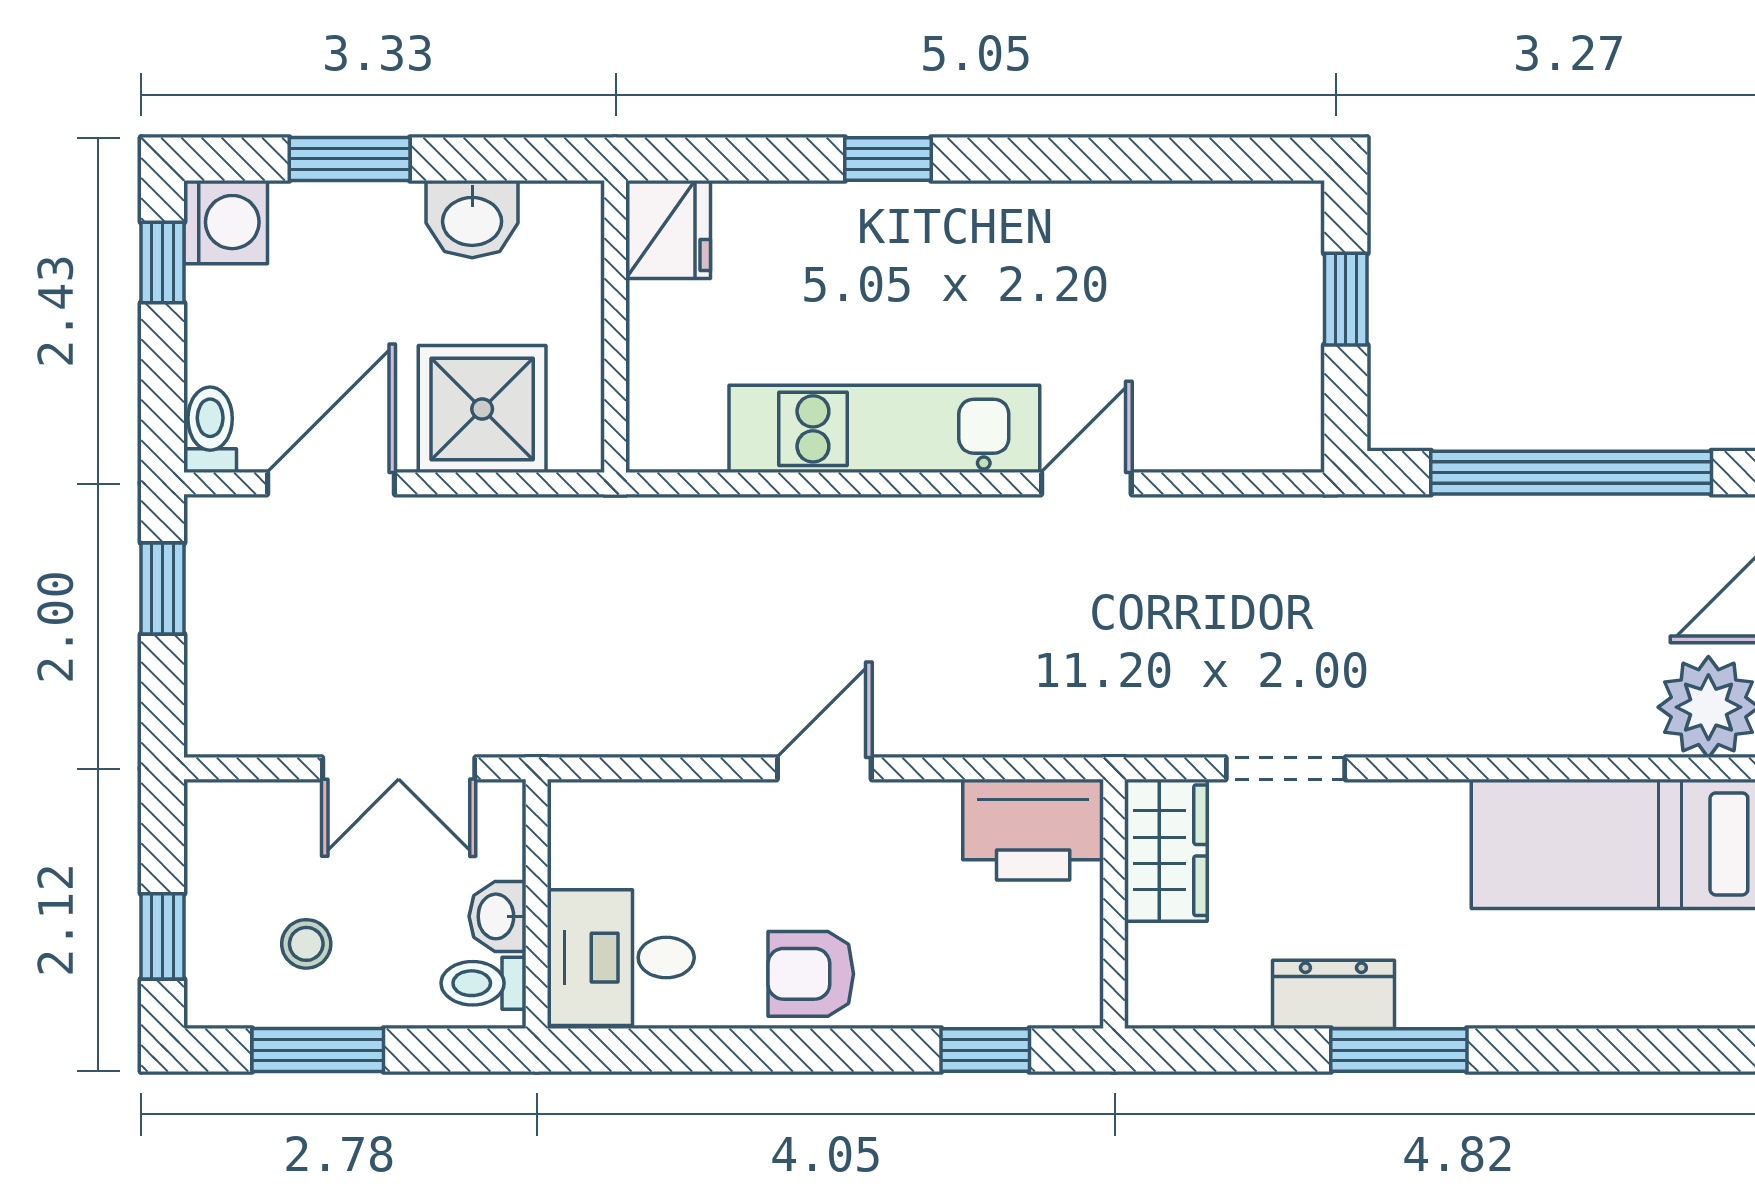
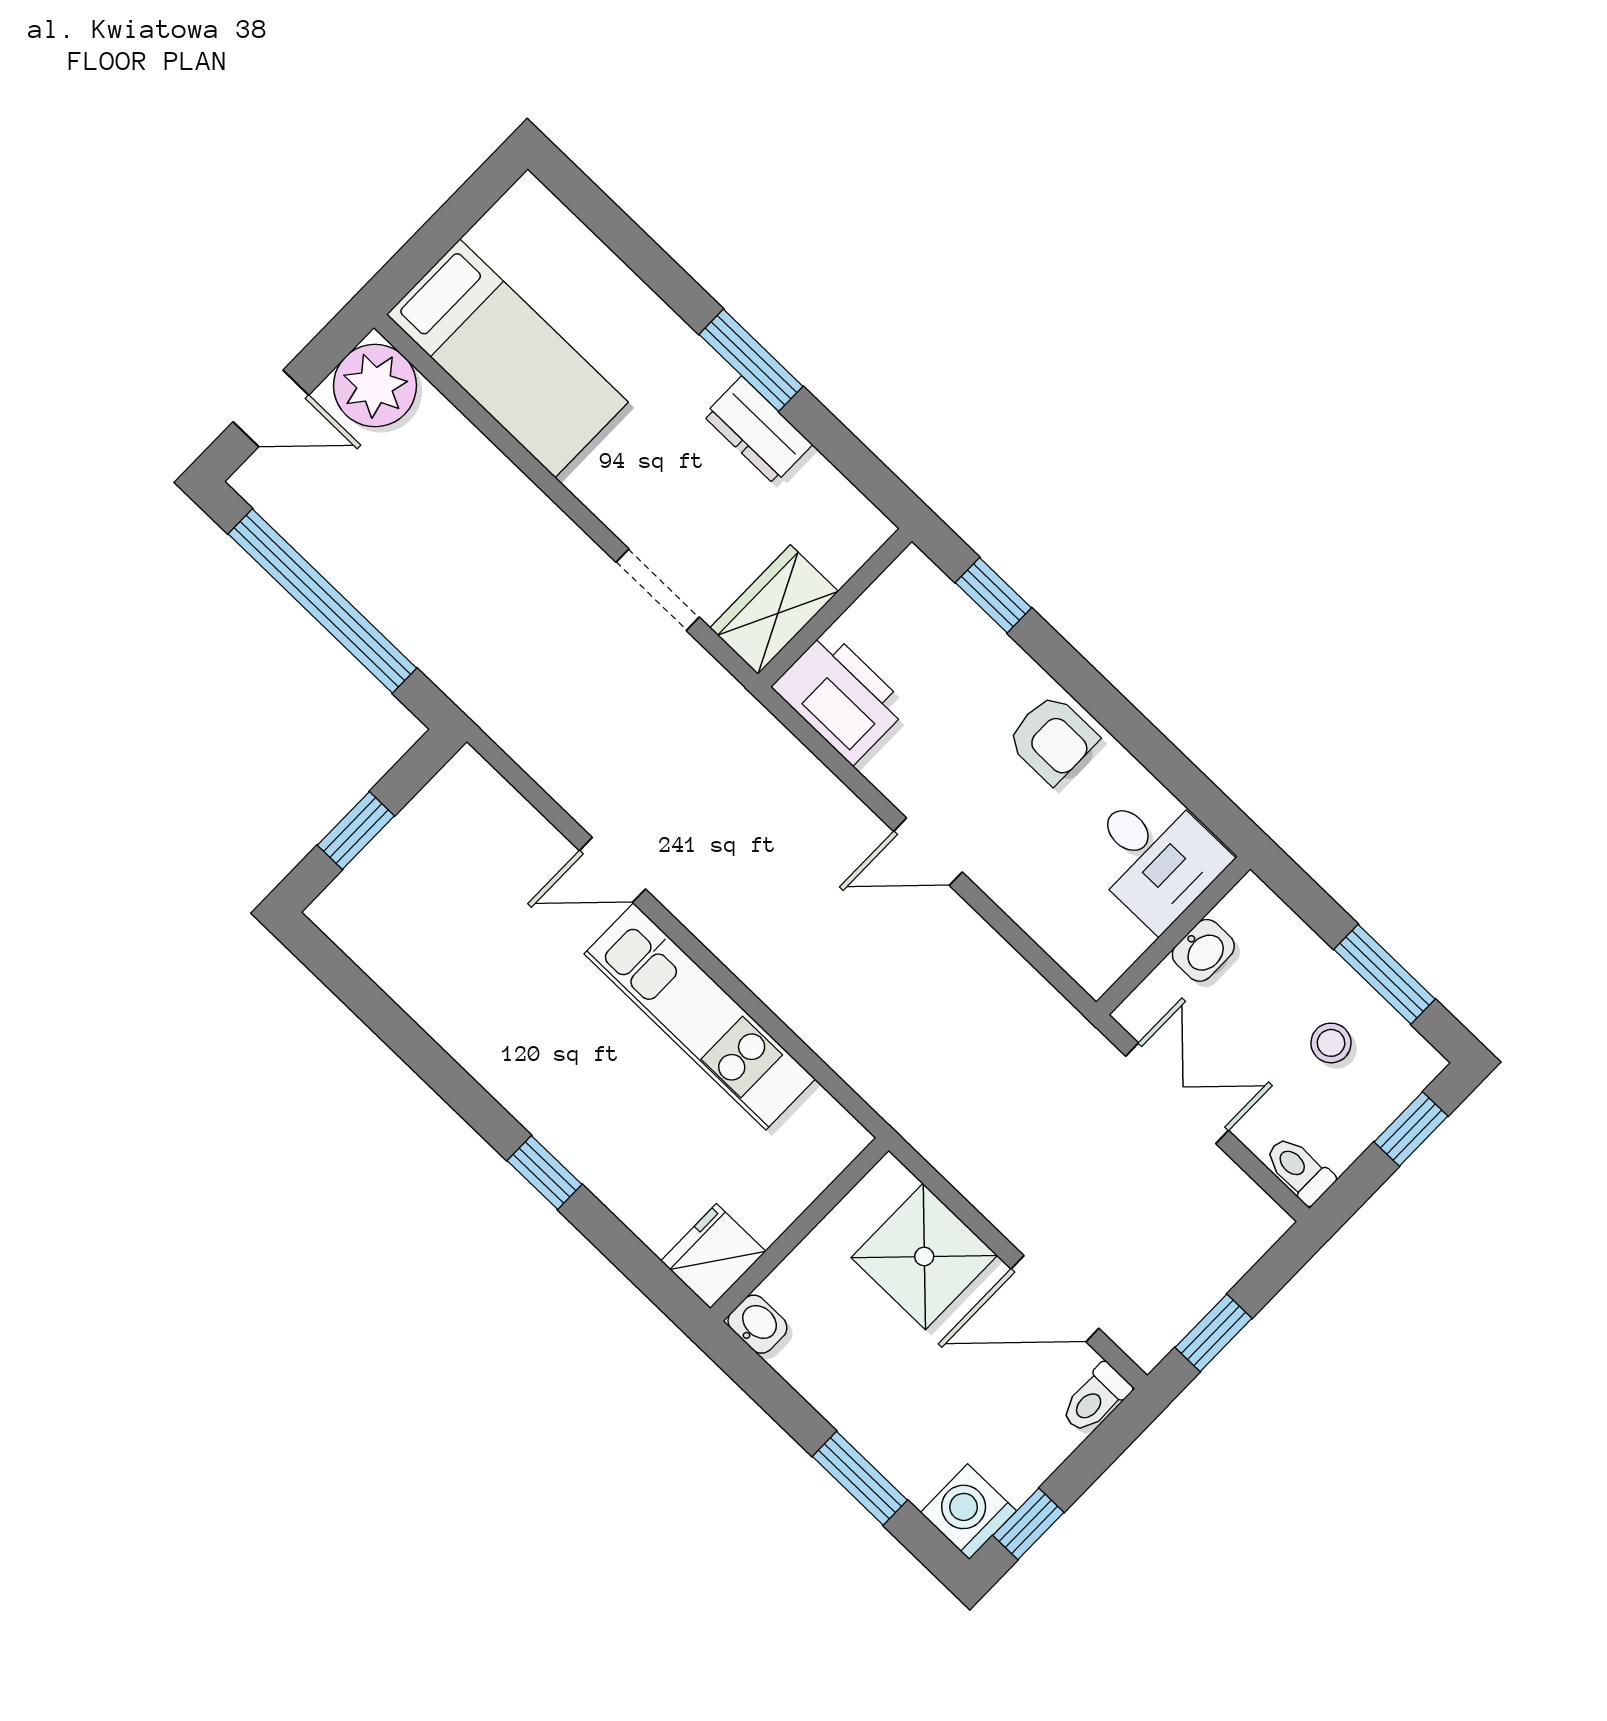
washbasin: (472, 219) -> (757, 1324), moved, width x0.72, depth x0.69
toilet: (484, 983) -> (1299, 1170), moved, turned 180

